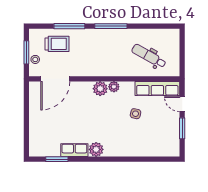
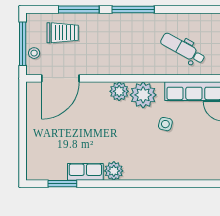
window: (26, 52) -> (23, 44), width x1.44
plant: (114, 87) -> (143, 95), width x1.87, depth x1.87

